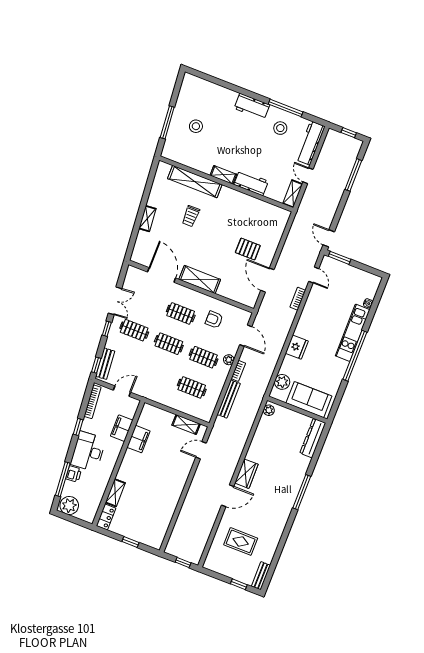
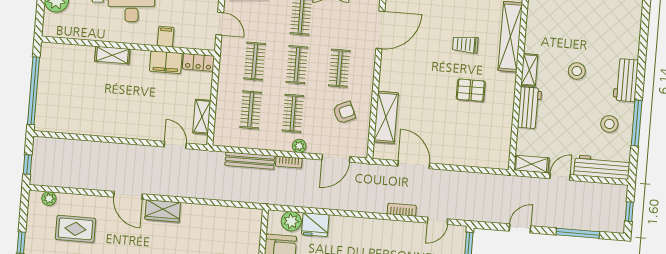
stool: (196, 126) -> (577, 71), moved
door: (329, 238) -> (520, 228), moved
pallet: (248, 249) -> (471, 90), moved, turned 90
shelving: (200, 279) -> (386, 117), moved
door: (267, 280) -> (414, 165), hinge flipped
armchair: (214, 320) -> (344, 112), turned 66
fridge: (297, 347) -> (315, 225), moved
clothes rail: (157, 374) -> (255, 61), added
plant: (269, 410) -> (49, 199), moved
filing cabinet: (122, 428) -> (166, 37), width x0.50
shelving: (115, 493) -> (112, 55), moved
locker: (106, 517) -> (198, 62), moved
rug: (241, 541) -> (75, 229), turned 90
window: (130, 542) -> (34, 91), width x3.17

